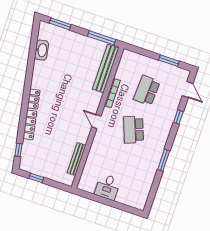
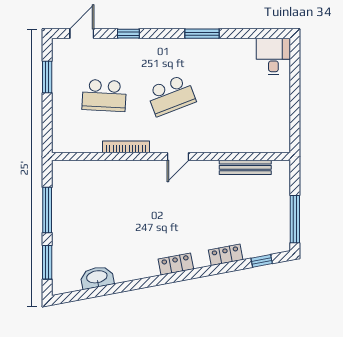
window: (102, 38) -> (47, 210), moved
bench: (106, 68) -> (92, 170), removed
locker: (30, 125) -> (226, 255), width x0.66
window: (36, 178) -> (295, 219), width x2.17
desk: (108, 187) -> (273, 56), moved, turned -90

